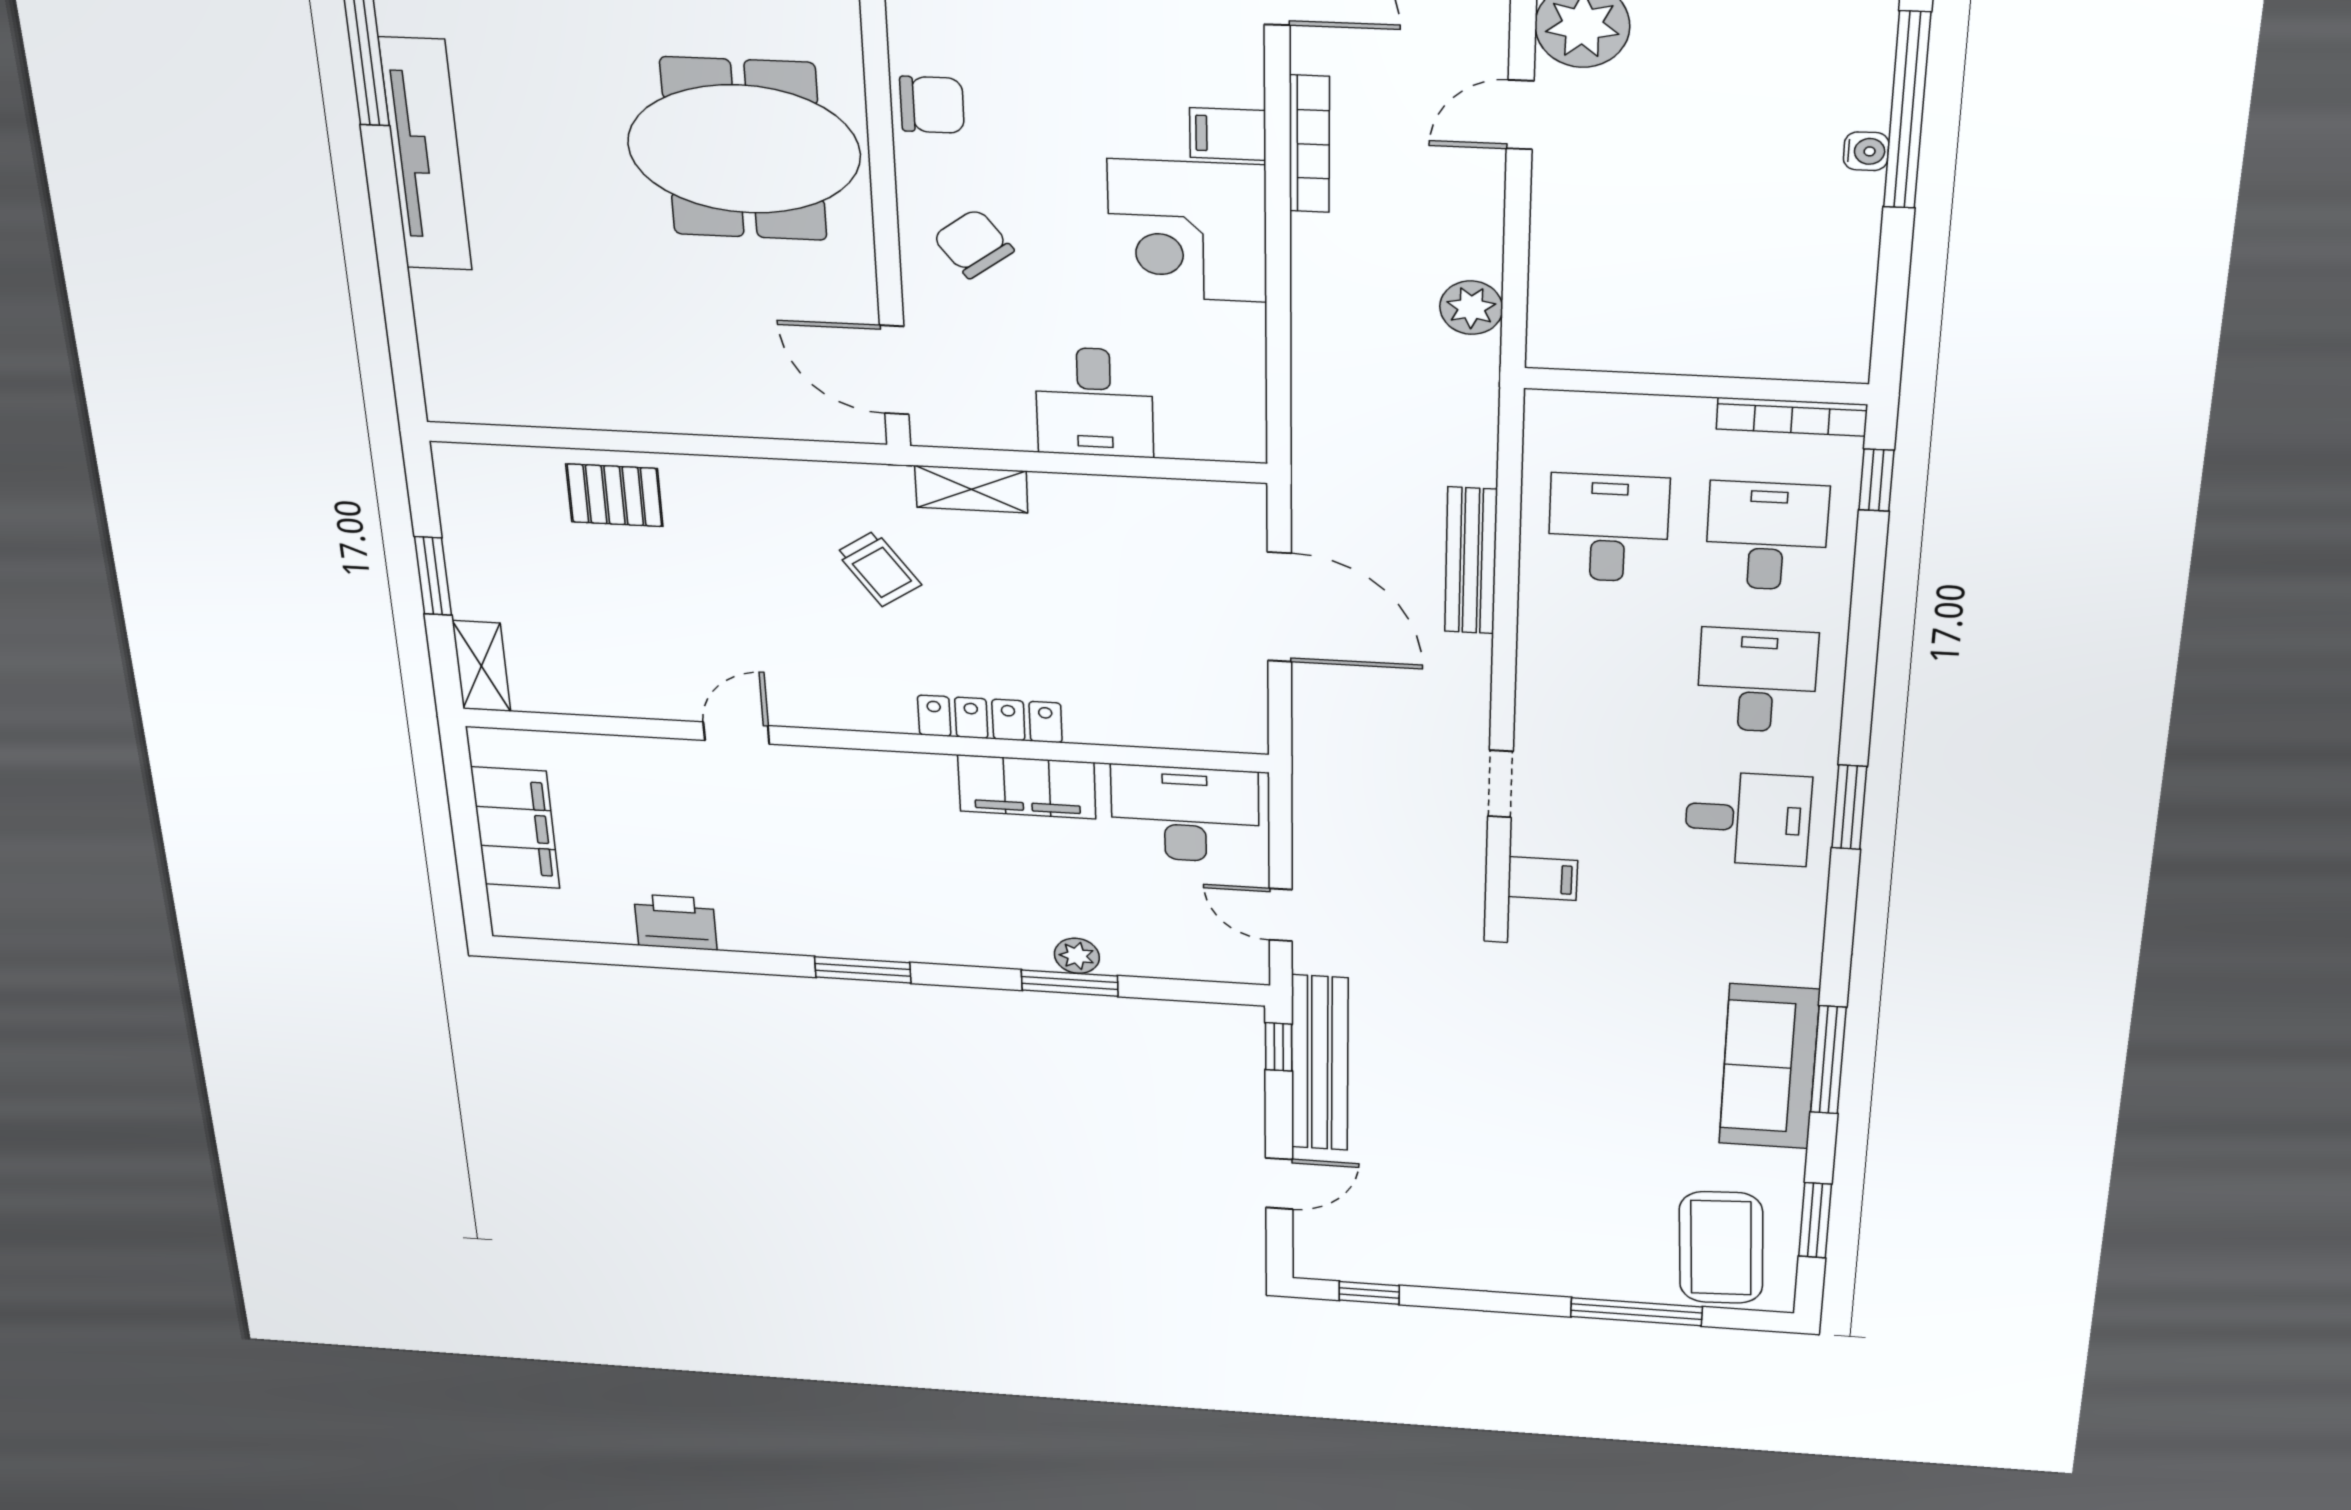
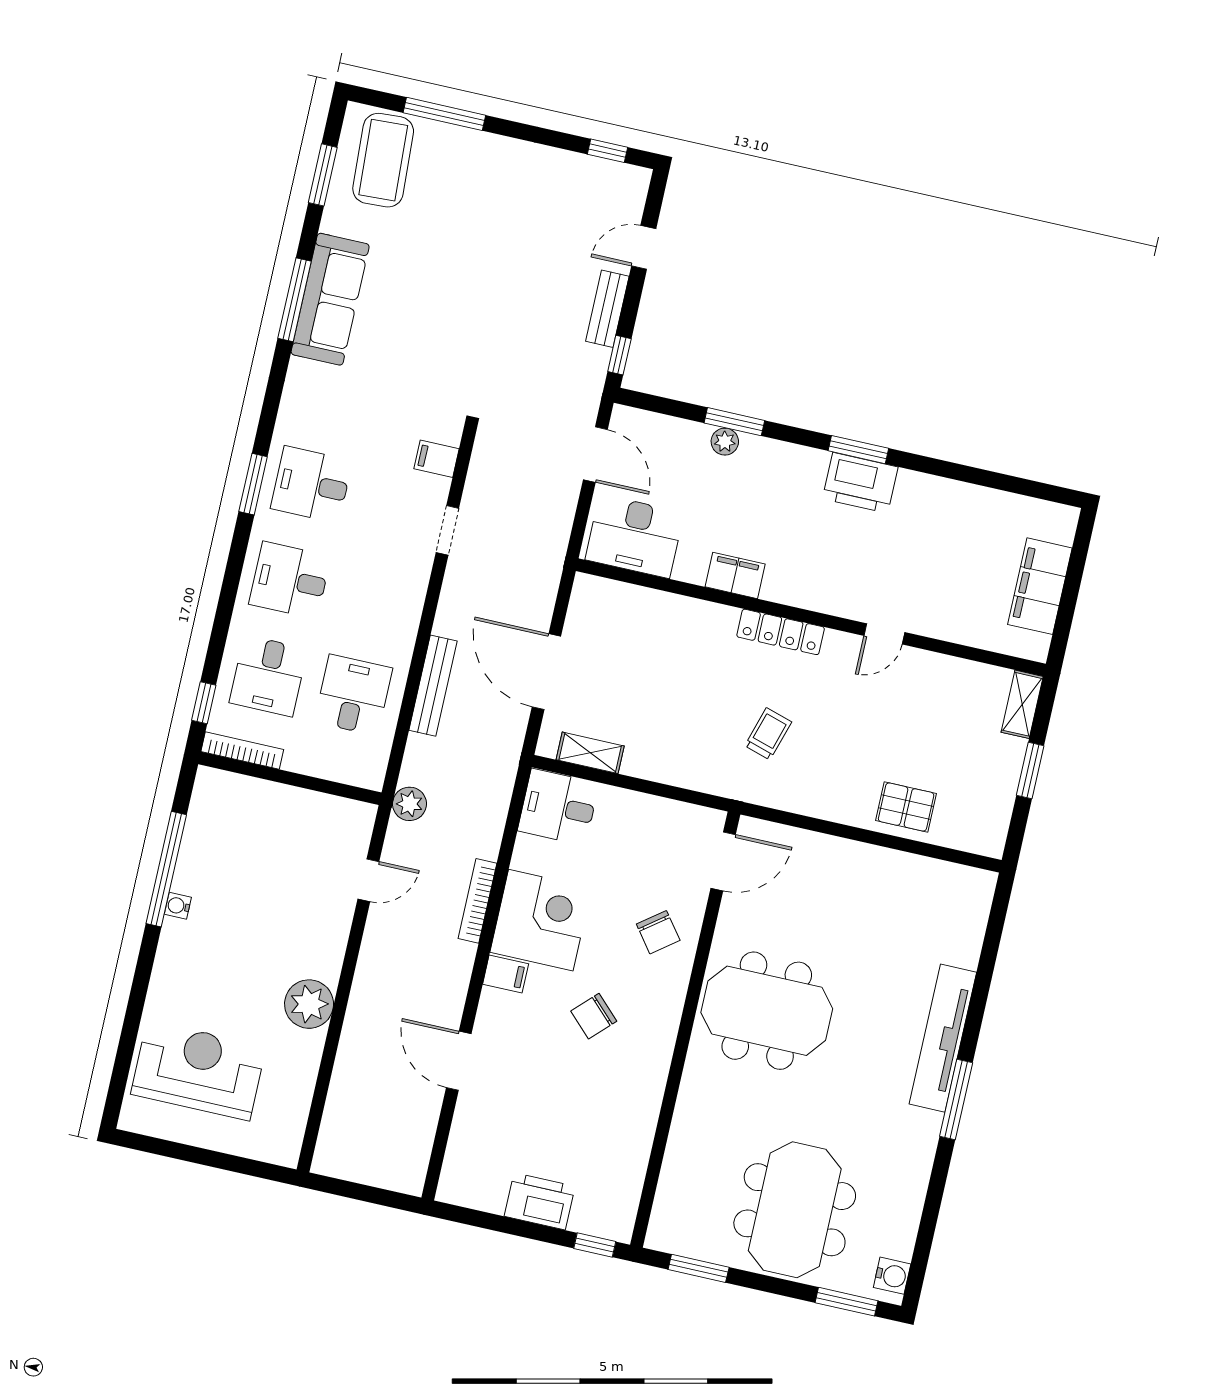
chair: (932, 105) -> (594, 1016), moved, turned -45
window: (1907, 110) -> (166, 869), moved
door: (1520, 115) -> (368, 880), moved
bookcase: (1309, 144) -> (477, 901), moved
plant: (1471, 308) -> (410, 804), moved
door: (894, 370) -> (723, 861), hinge flipped
desk: (1094, 402) -> (558, 807), moved, turned -90
shelving: (971, 489) -> (590, 753), moved
desk: (1608, 528) -> (353, 695), turned 180
trolley: (879, 569) -> (768, 734), turned 52
desk: (1757, 680) -> (290, 580), turned 90
locker: (990, 719) -> (781, 632), moved
filing cabinet: (1027, 787) -> (735, 575), width x0.67, depth x0.86
door: (1281, 915) -> (595, 455), width x1.38
printer: (675, 922) -> (860, 483), moved, width x1.37, depth x1.19
bench: (1320, 1063) -> (607, 309), width x0.54, depth x0.82

